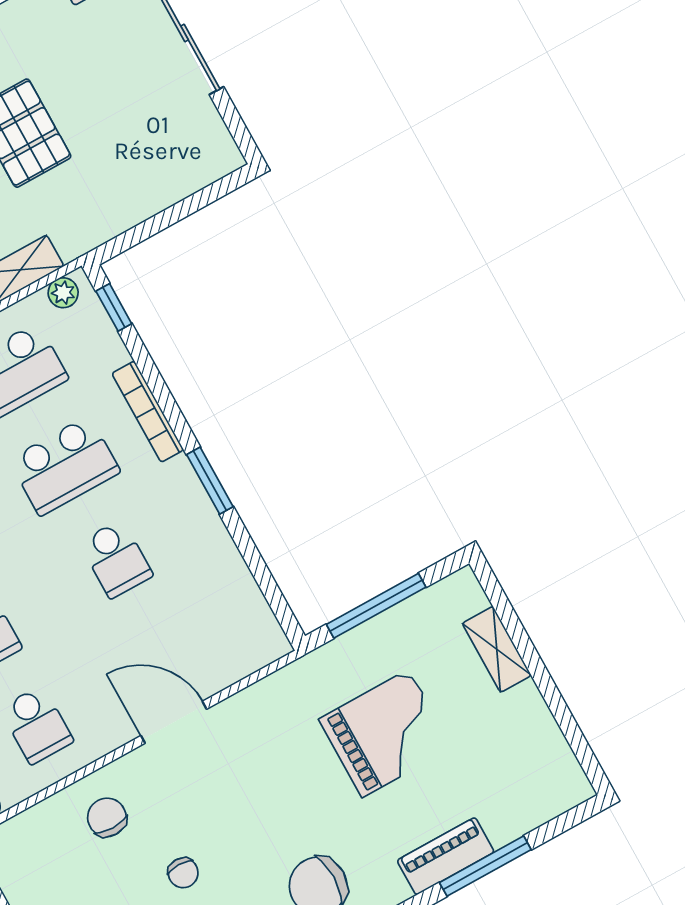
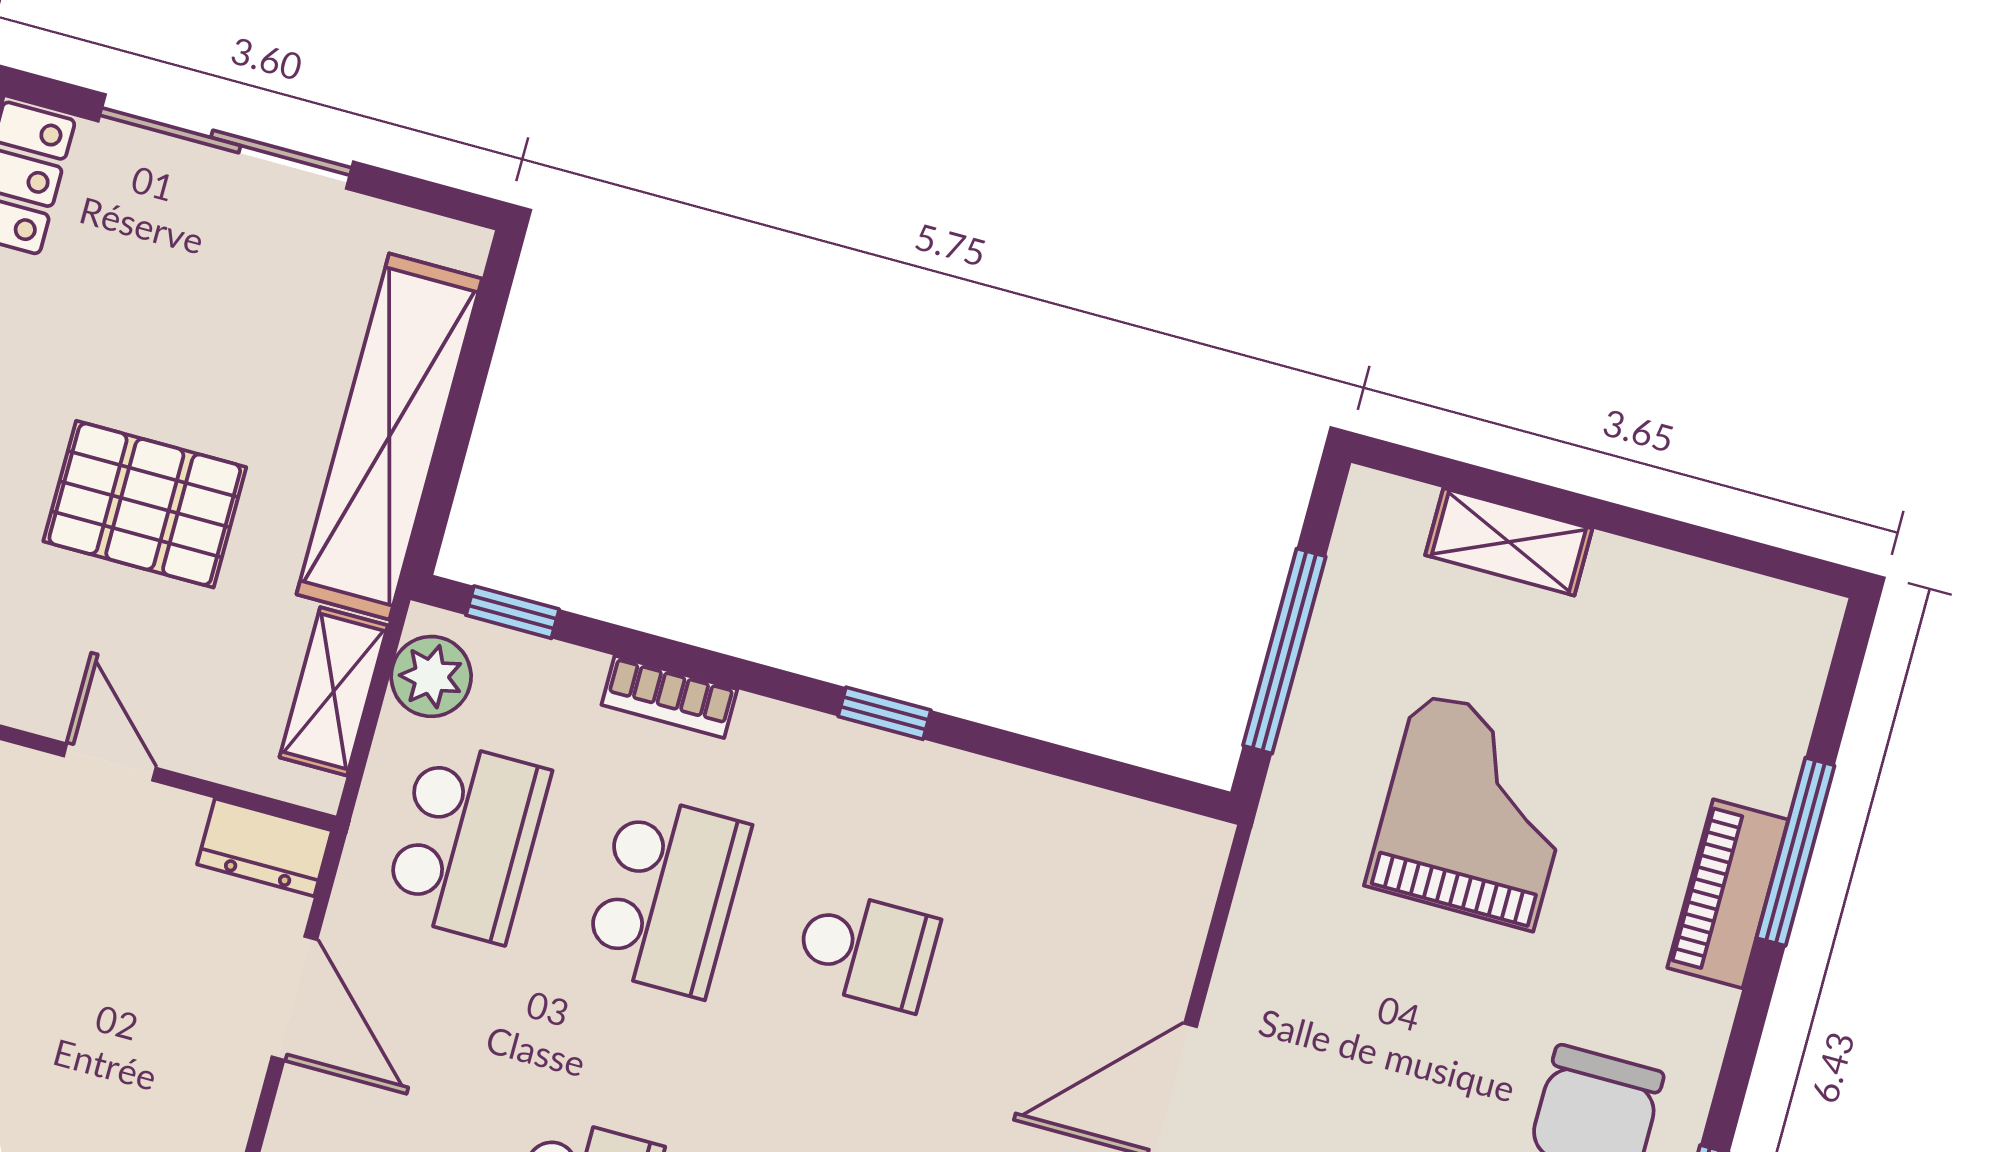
shelving: (134, 199) -> (389, 436), added
plant: (63, 293) -> (431, 676), width x1.38, depth x1.38
bookcase: (148, 412) -> (669, 697), width x0.64
window: (210, 481) -> (885, 713), width x0.67

